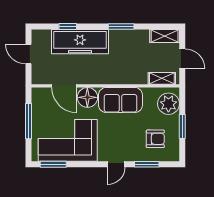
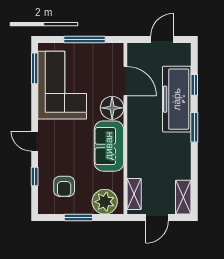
window: (121, 26) -> (194, 127), moved
door: (64, 86) -> (125, 81), swing flipped
window: (147, 164) -> (35, 176), width x0.67

